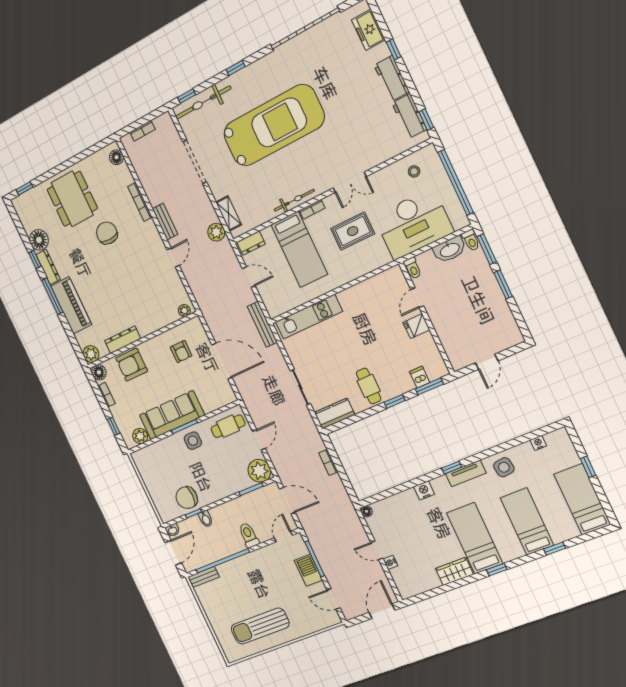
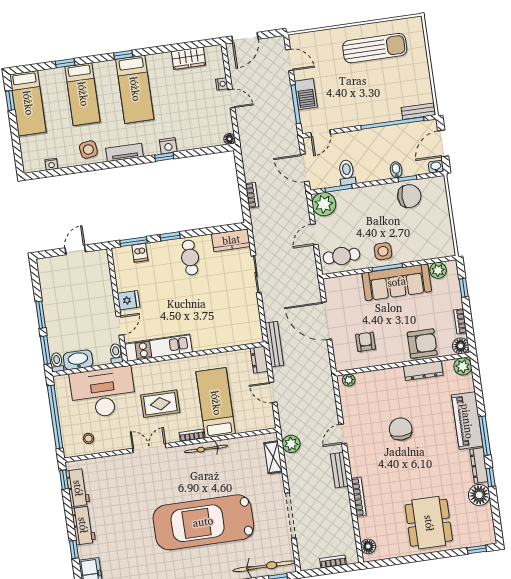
chair: (107, 233) -> (401, 429), moved, turned 180
dresser: (251, 243) -> (259, 360), moved, turned -90
kitchen unit: (309, 317) -> (158, 348), moved
window: (588, 467) -> (10, 100), moved
window: (452, 468) -> (164, 157), moved
toilet: (249, 535) -> (347, 173), moved, turned 180
wardrobe: (454, 571) -> (189, 58), moved

